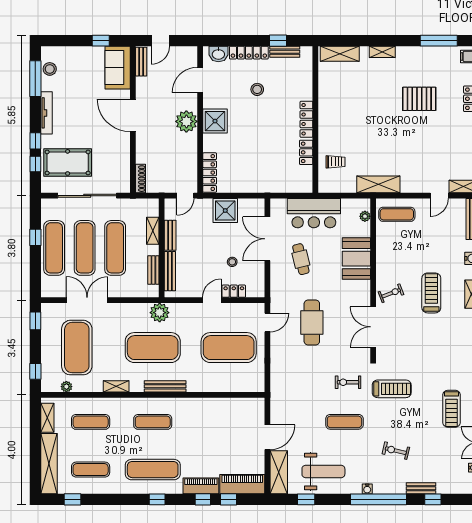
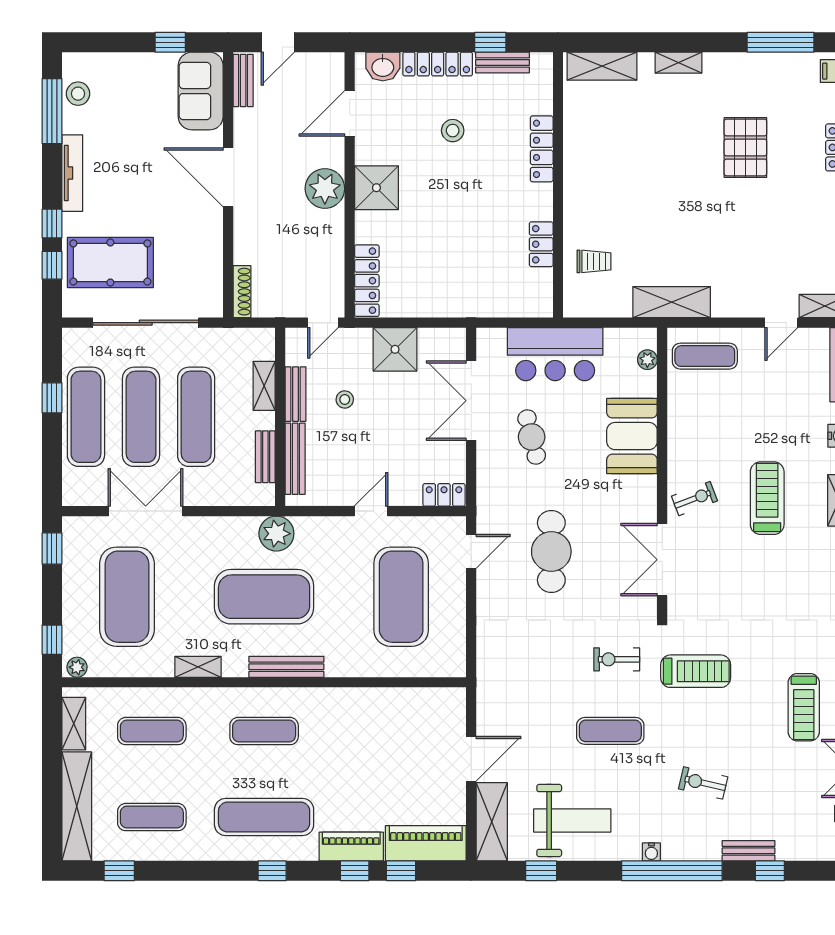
pallet: (419, 99) -> (745, 147), turned 90
locker: (306, 119) -> (542, 149), moved
stool: (232, 262) -> (345, 399), moved
locker: (234, 291) -> (444, 495), moved
exercise mat: (229, 348) -> (401, 597), turned 90
plant: (66, 387) -> (77, 667), moved

